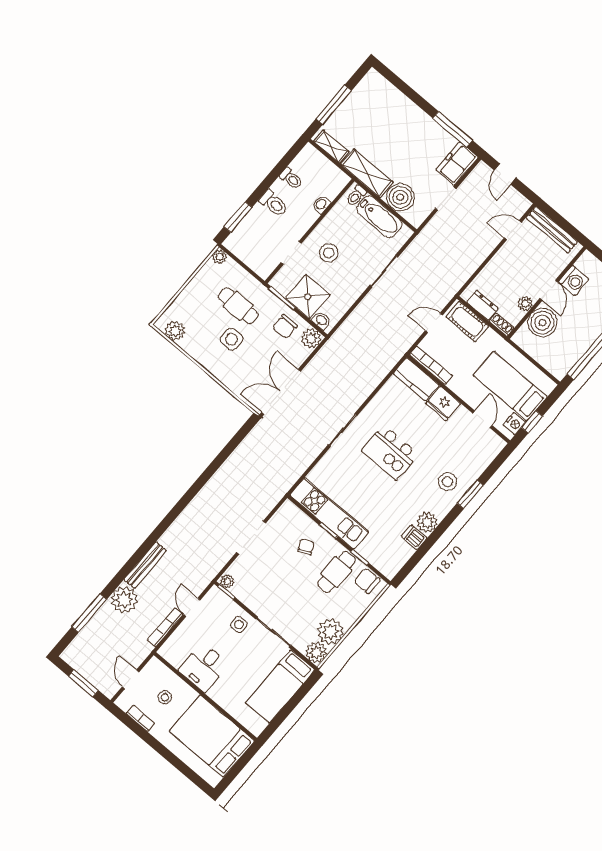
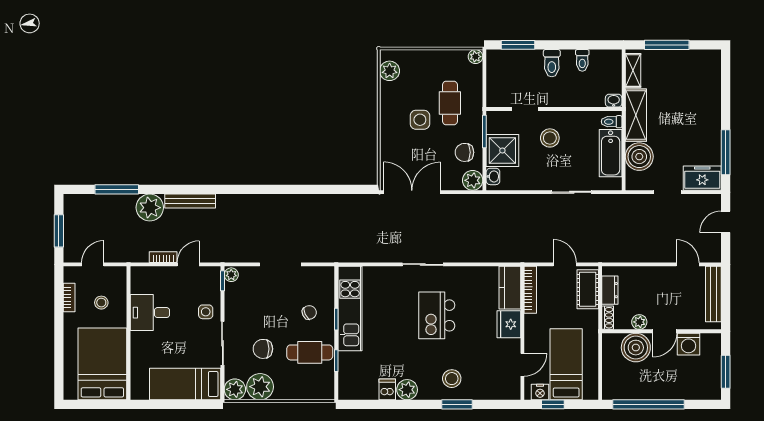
washbasin: (321, 205) -> (614, 101), moved
chair: (367, 581) -> (263, 349), moved, turned -90
bookcase: (165, 627) -> (163, 257), width x0.64

